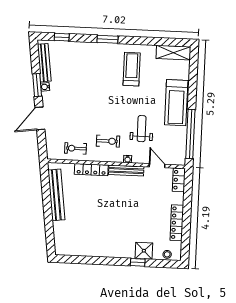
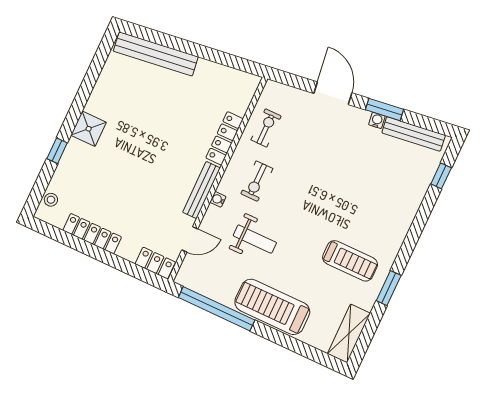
window: (107, 39) -> (389, 288), moved
bench: (56, 195) -> (156, 54), moved
shower: (144, 251) -> (89, 129), moved

